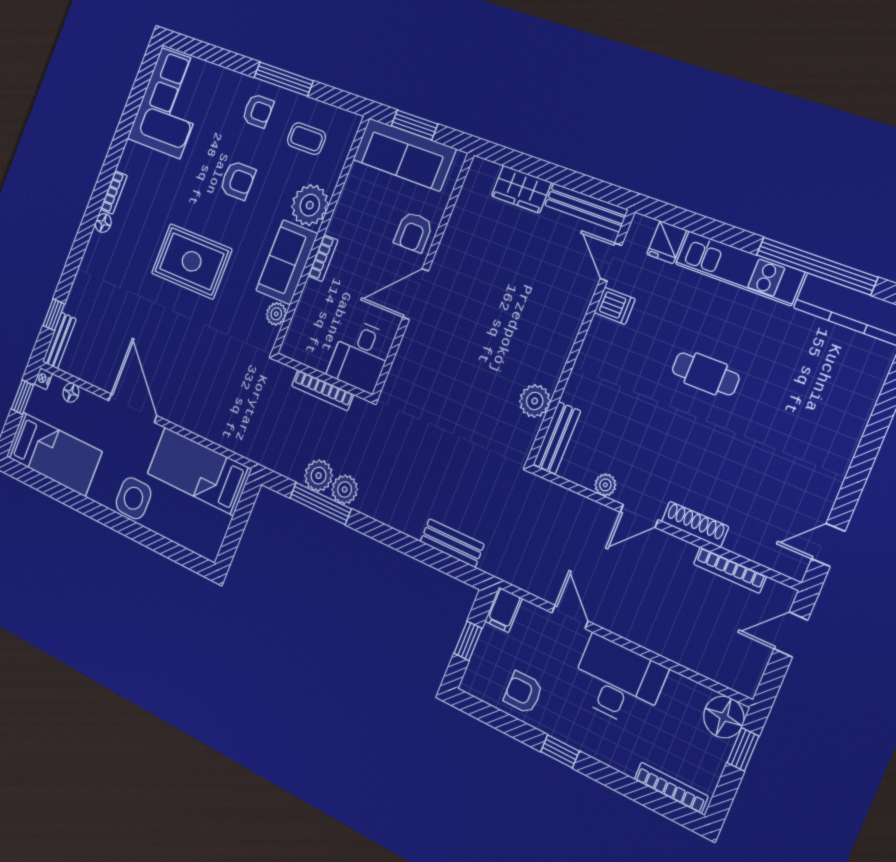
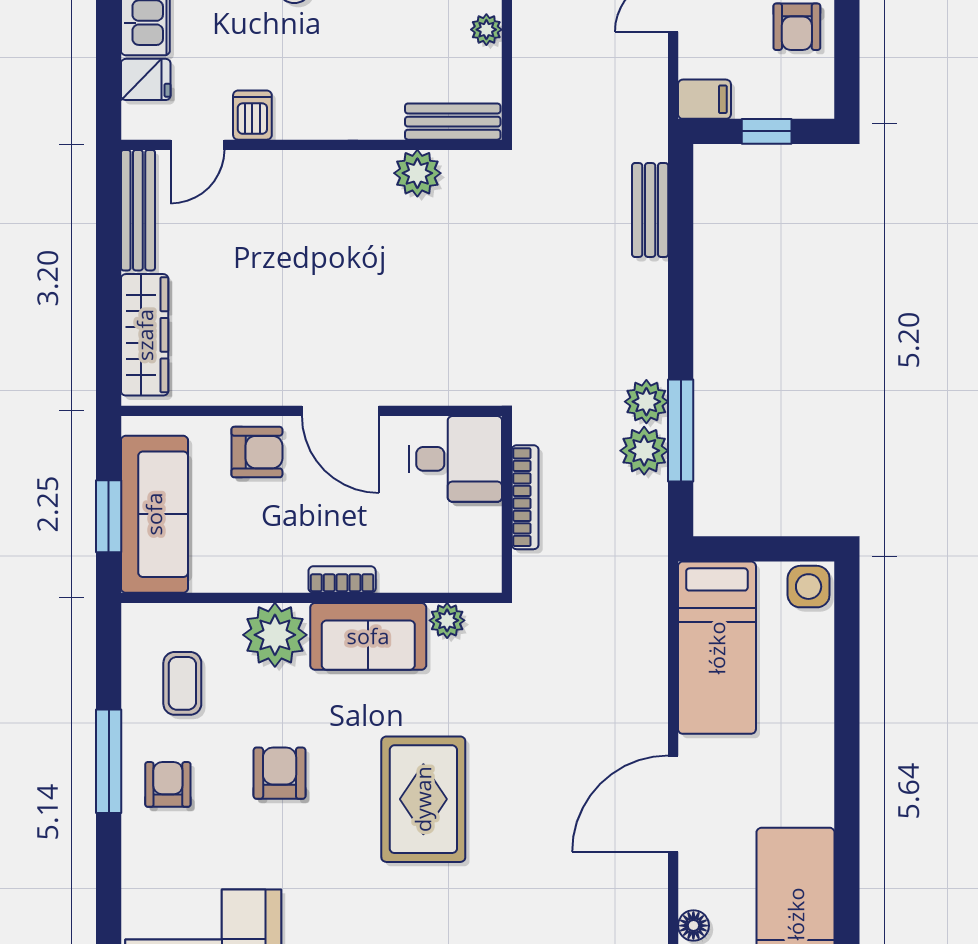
wardrobe: (521, 189) -> (145, 335), width x1.50
side table: (133, 498) -> (809, 587), moved, width x0.73, depth x0.73

